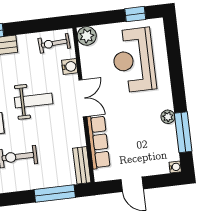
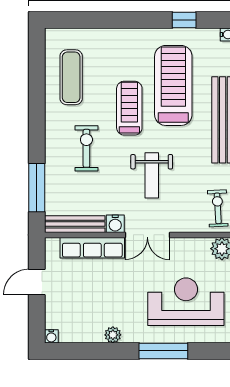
water cooler: (70, 67) -> (115, 224), moved
window: (183, 132) -> (163, 351), moved
bench: (82, 165) -> (75, 224), width x1.36

